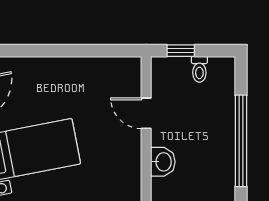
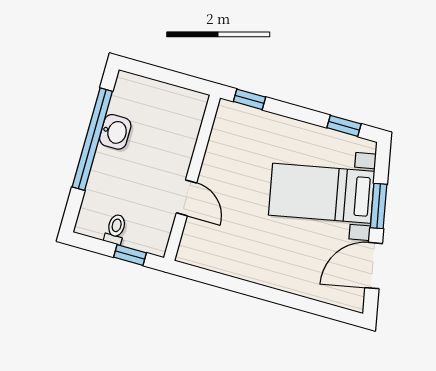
washbasin: (163, 162) -> (115, 132), moved, turned 180

